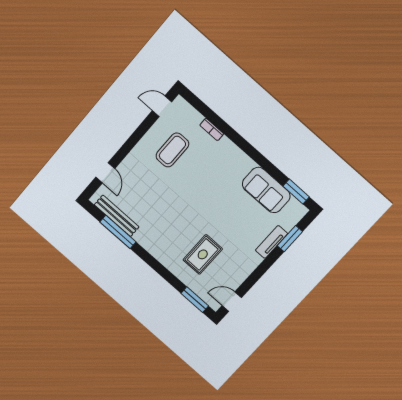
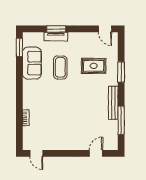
coffee table: (172, 150) -> (60, 67), moved, turned 90
bench: (117, 216) -> (113, 103), moved
window: (290, 239) -> (56, 29), moved
window: (195, 300) -> (121, 72), moved

